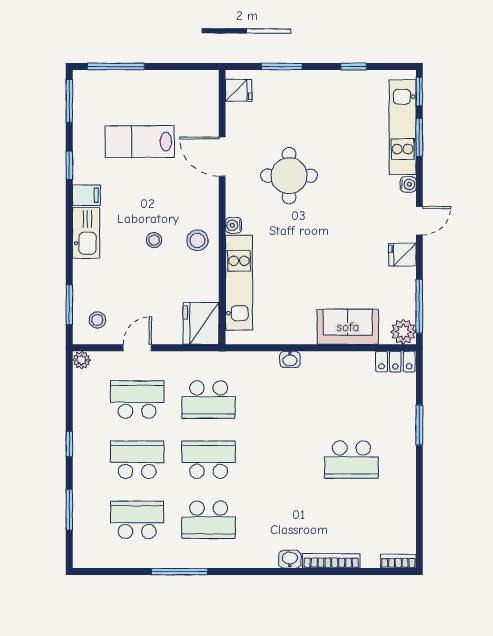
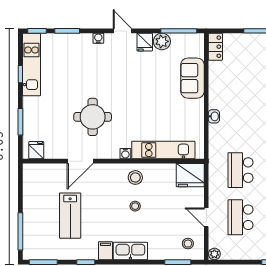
kitchen unit: (403, 127) -> (31, 64), moved, turned -90
plant: (403, 332) -> (162, 41), moved
school desk: (209, 400) -> (240, 170), turned 180

